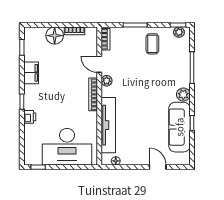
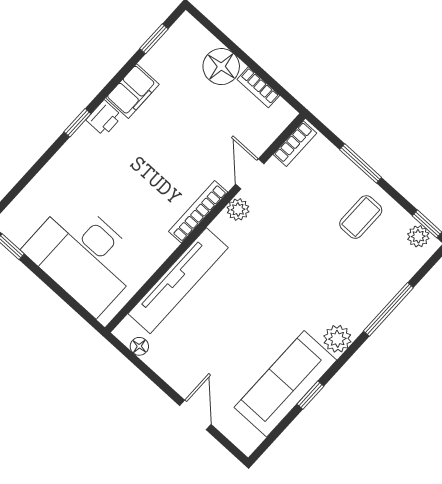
printer: (30, 117) -> (104, 118), moved

